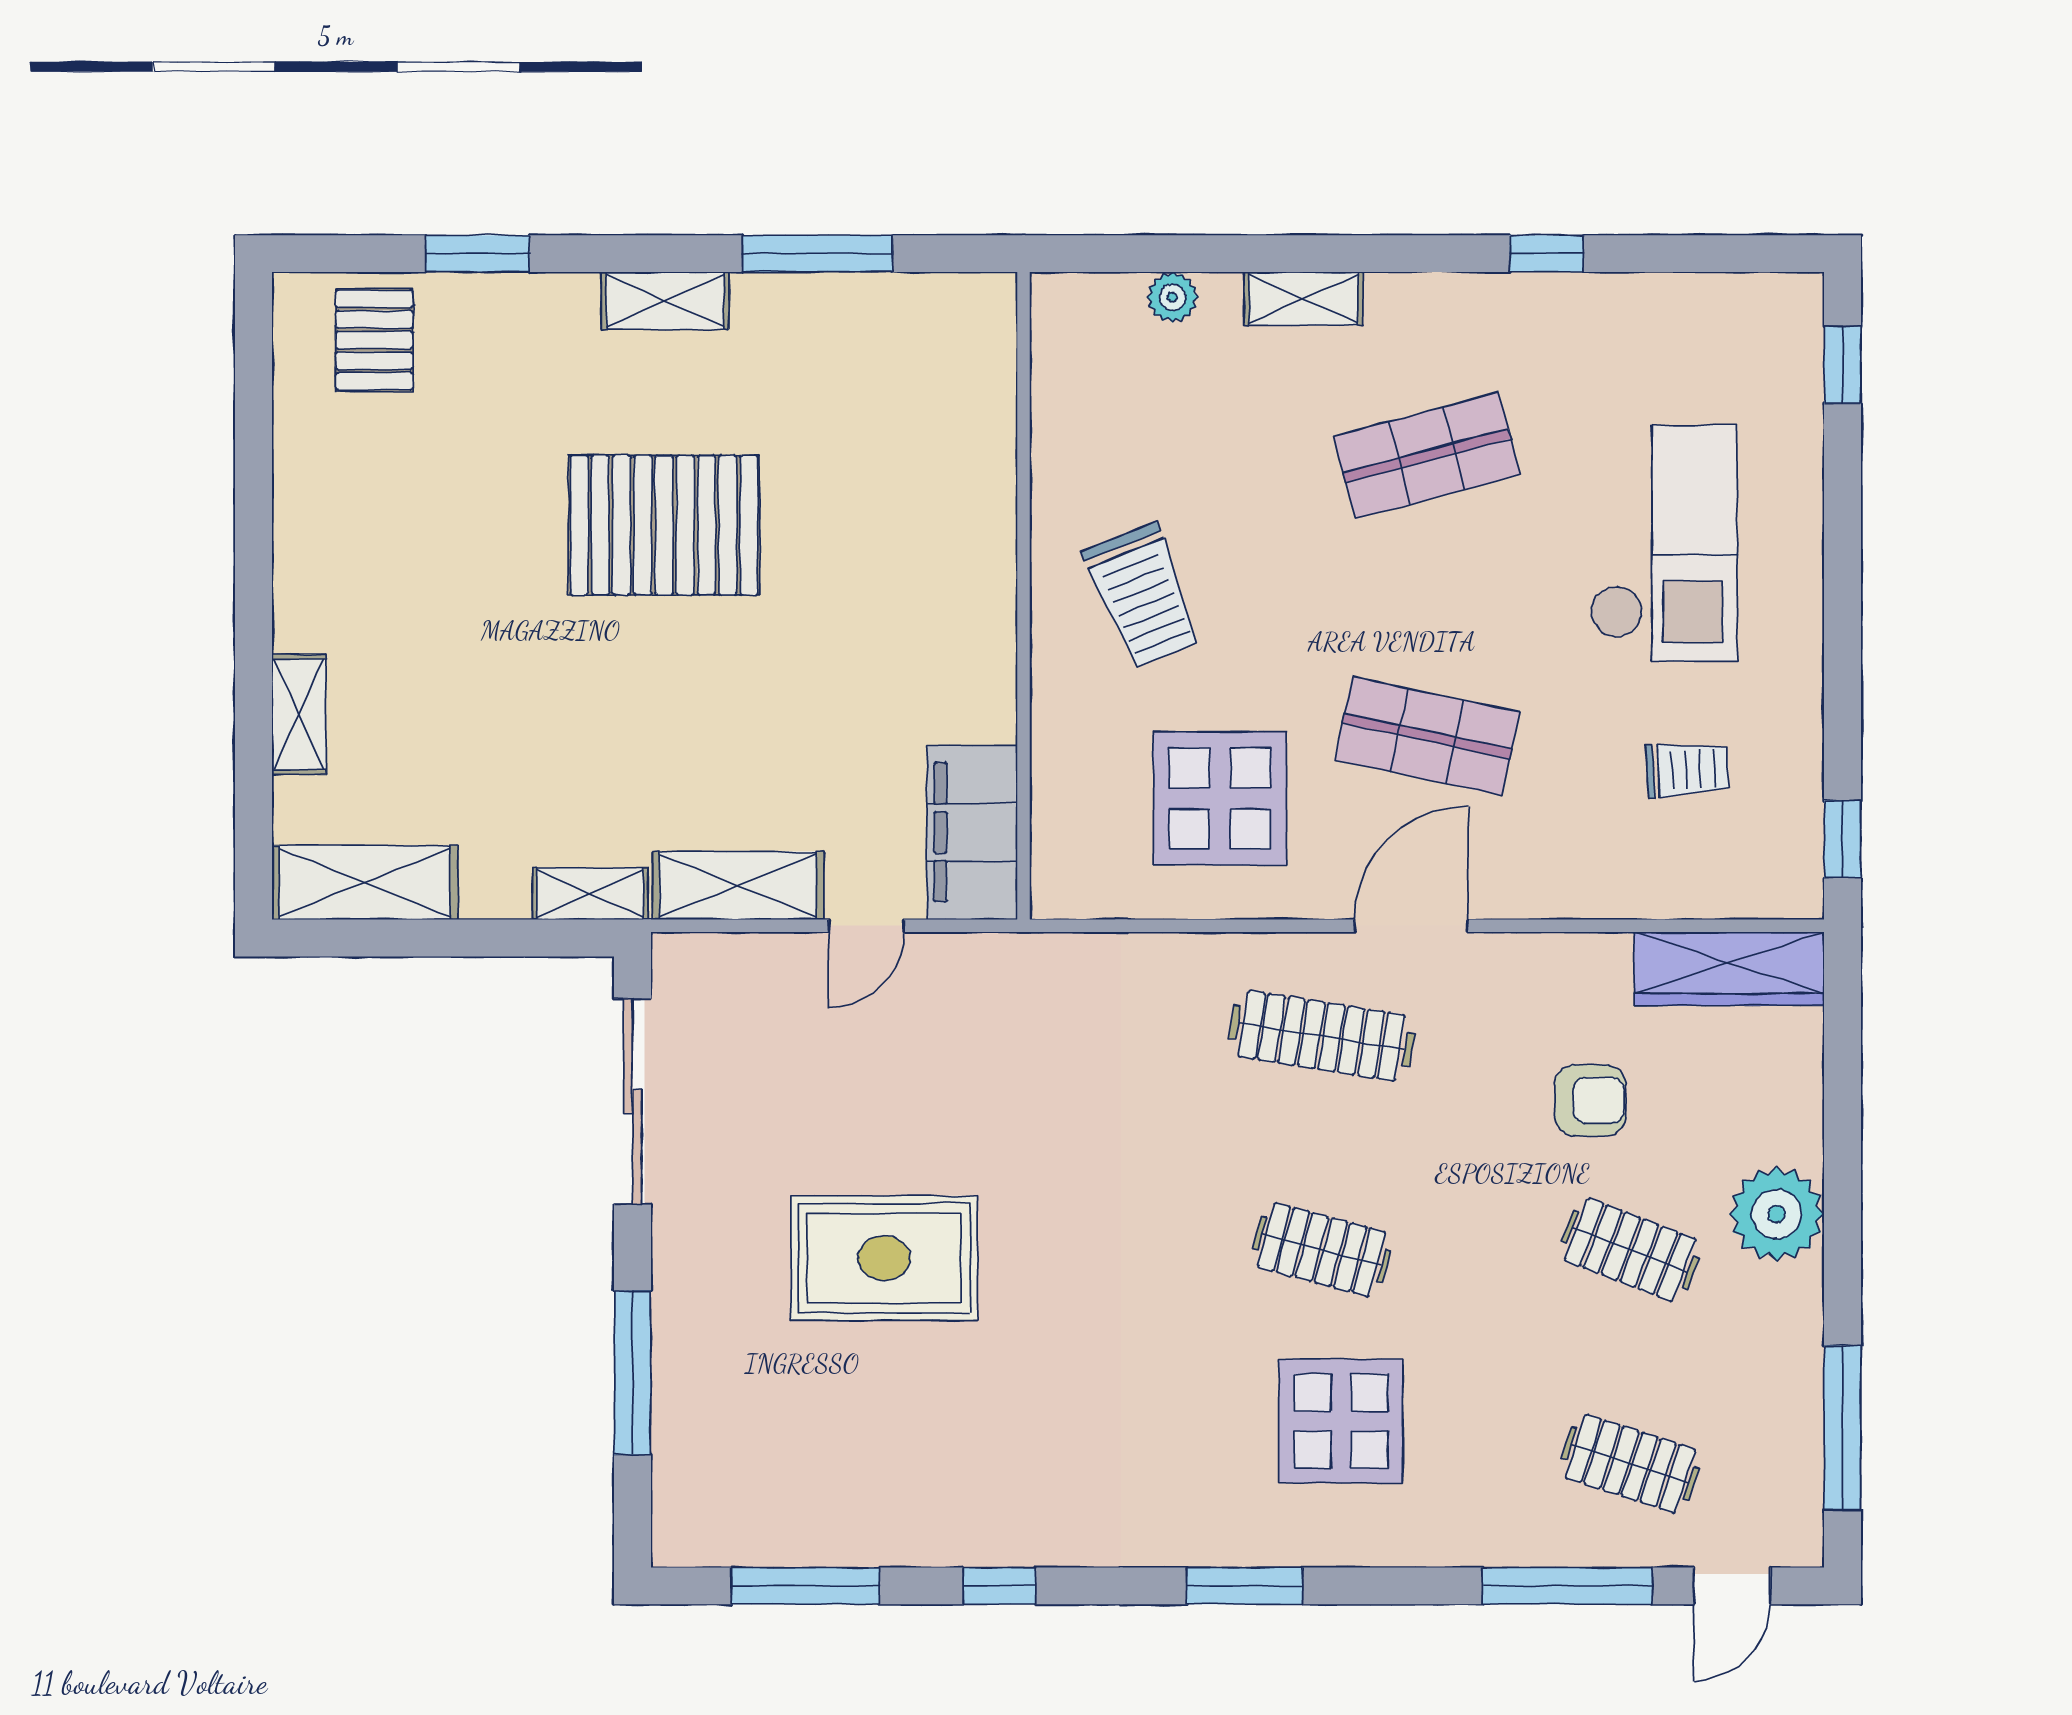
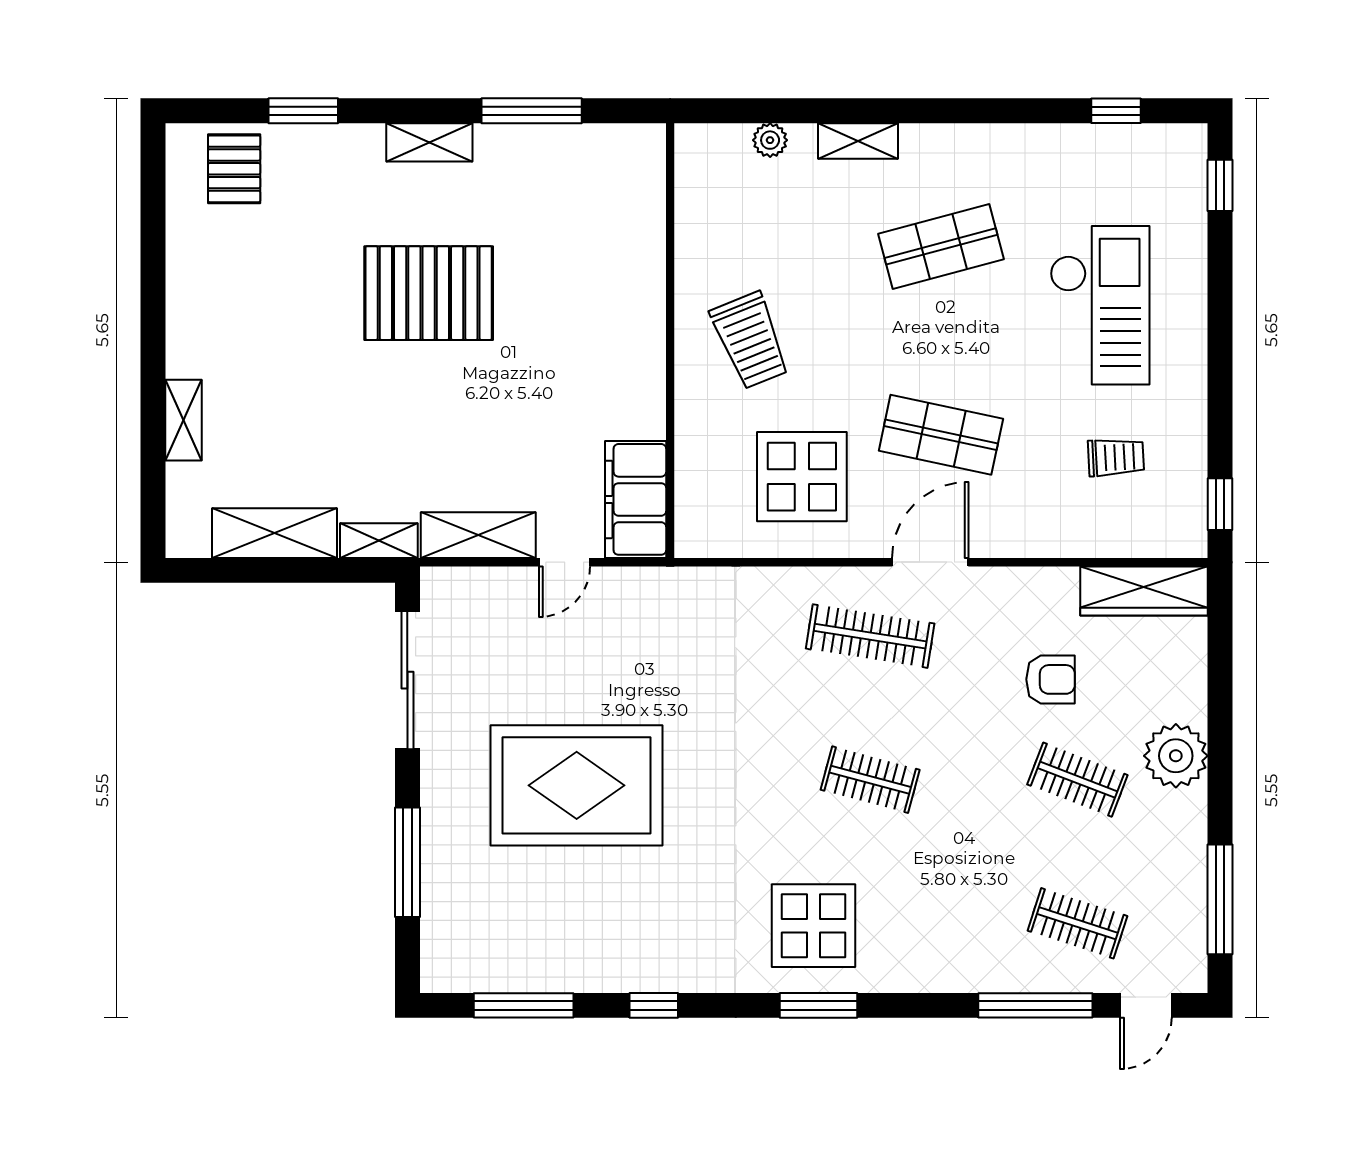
window: (1547, 254) -> (1116, 111), moved
shelving: (365, 883) -> (274, 533), moved
rug: (884, 1258) -> (577, 785), width x1.37, depth x1.44
display table: (1341, 1421) -> (813, 926), moved

